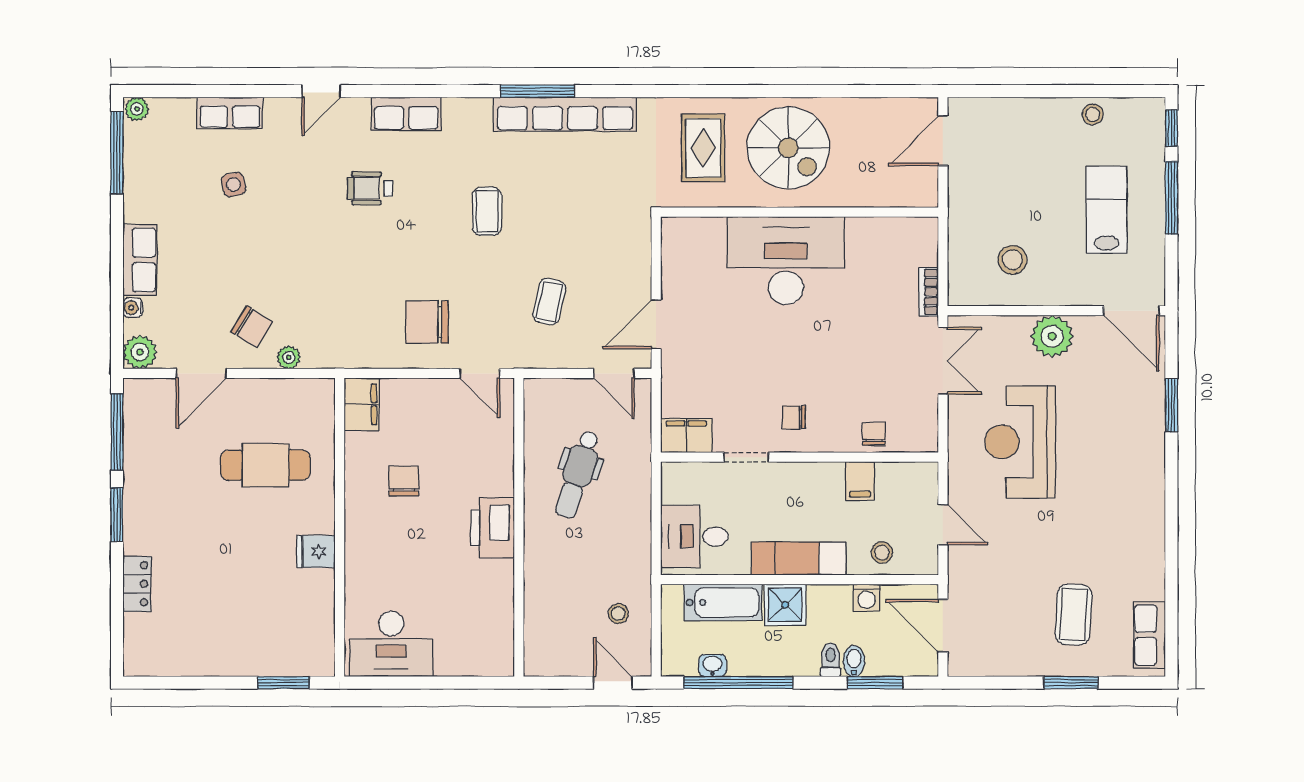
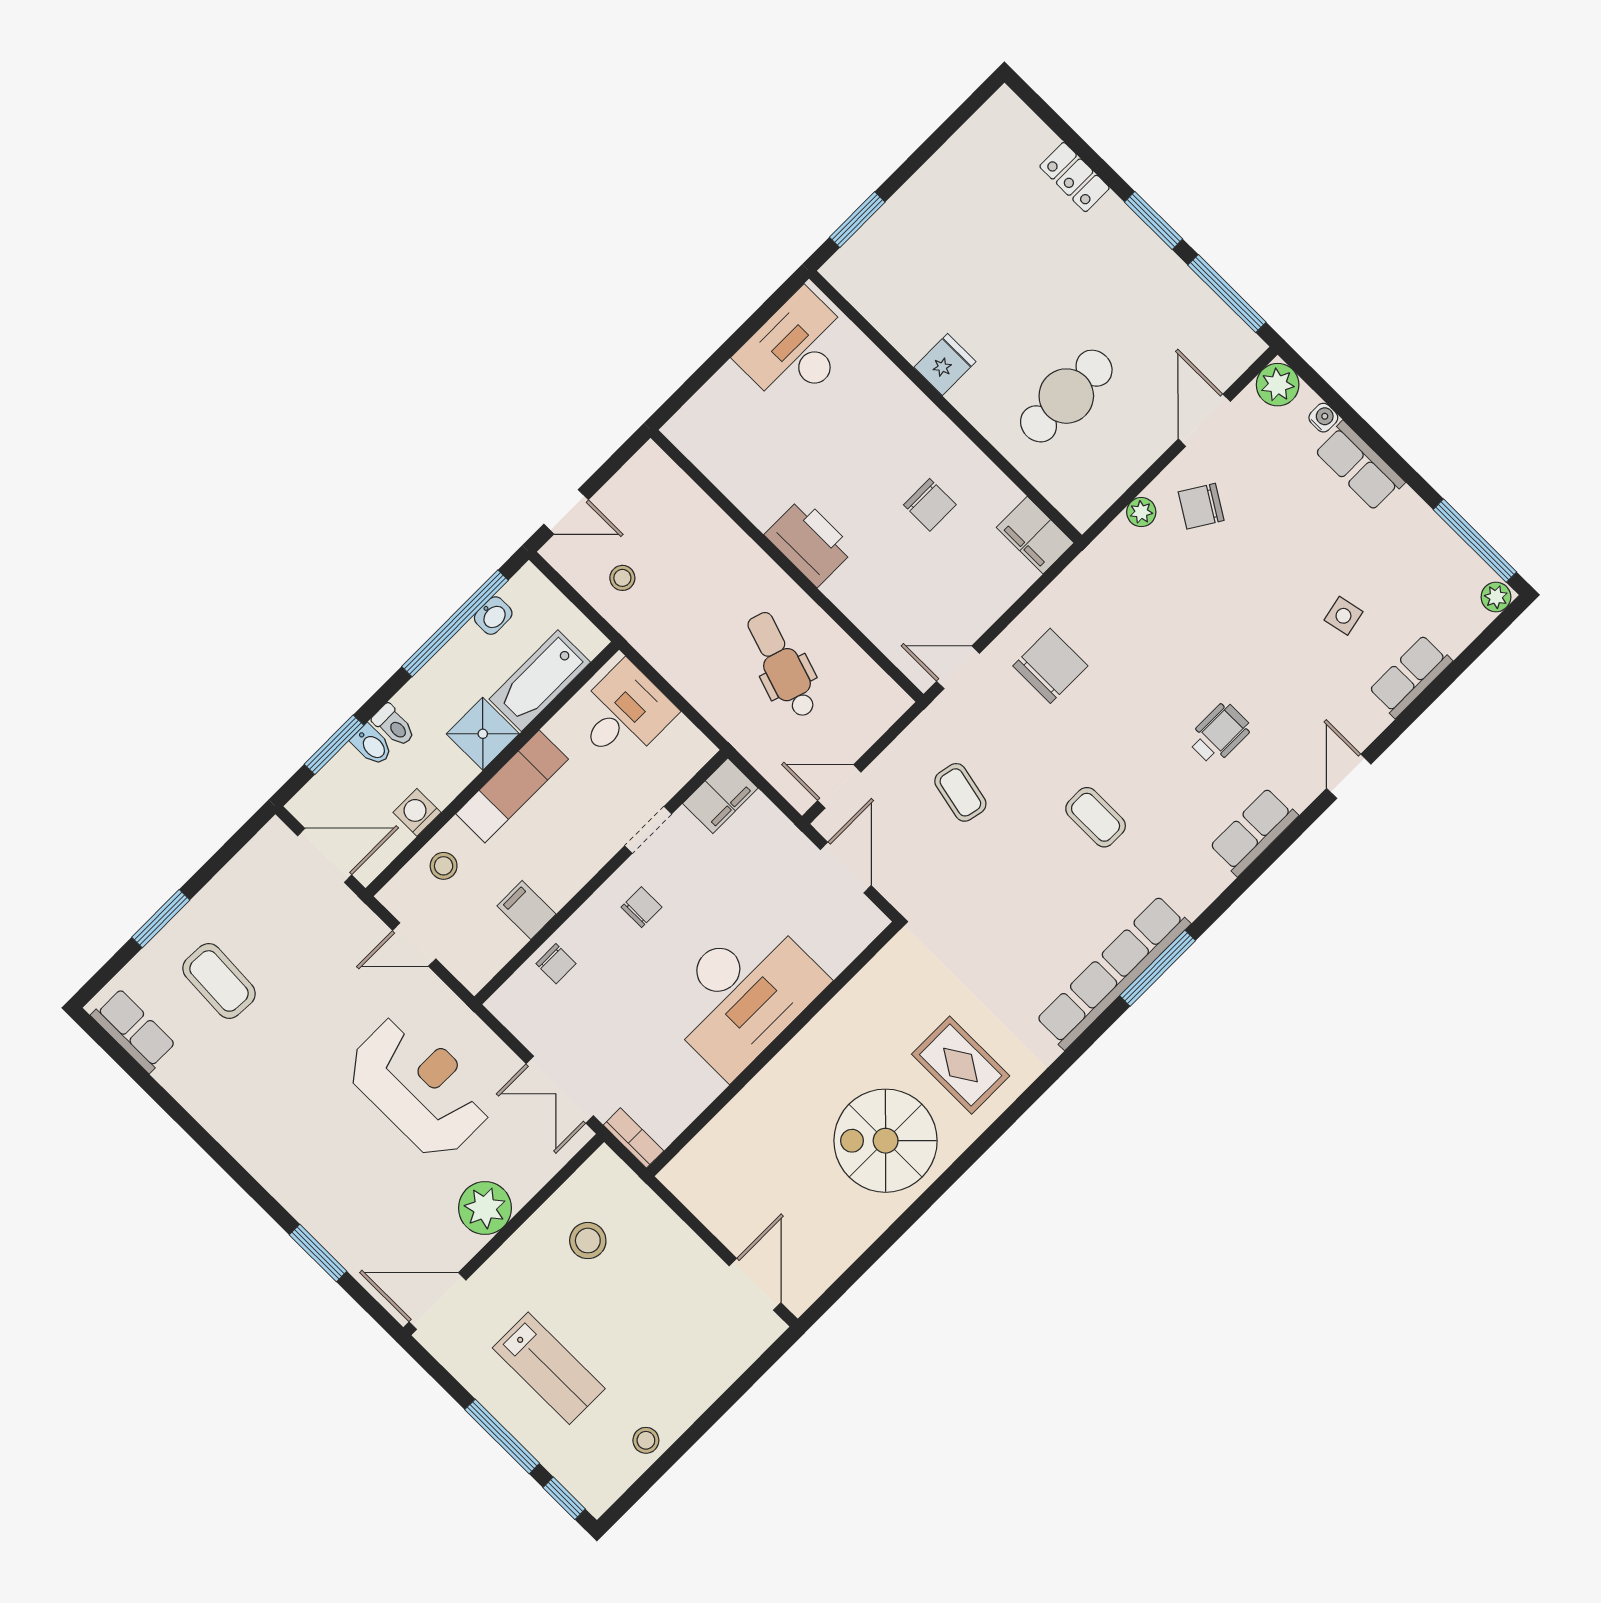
wall: (800, 212) -> (773, 1049), moved
desk: (786, 261) -> (743, 994), moved

